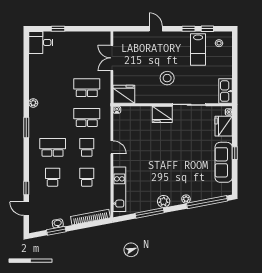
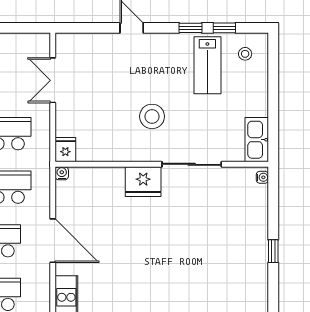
fridge: (124, 94) -> (65, 150), width x0.53, depth x0.75
fridge: (224, 126) -> (253, 203), removed
door: (112, 147) -> (53, 241), width x1.88
sofa: (224, 162) -> (253, 268), removed

